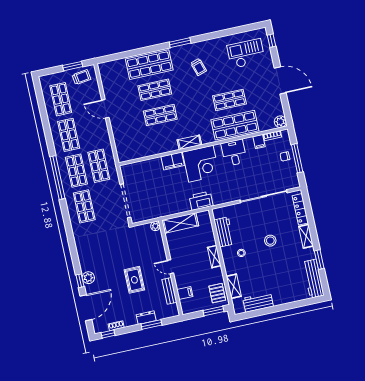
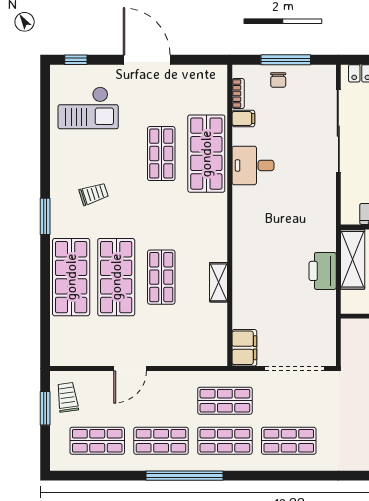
checkout: (246, 53) -> (88, 108), turned -90
door: (280, 80) -> (147, 60), hinge flipped
shop shelf: (155, 90) -> (116, 277), width x1.43, depth x1.36
plant: (280, 122) -> (217, 75), removed
shelving: (189, 142) -> (219, 282), moved
filing cabinet: (173, 161) -> (244, 348), moved
corner desk: (201, 164) -> (259, 226), removed
window: (57, 178) -> (185, 476), moved
printer: (201, 201) -> (323, 271), moved
shelving: (180, 223) -> (353, 259), moved
plant: (155, 226) -> (349, 327), removed

